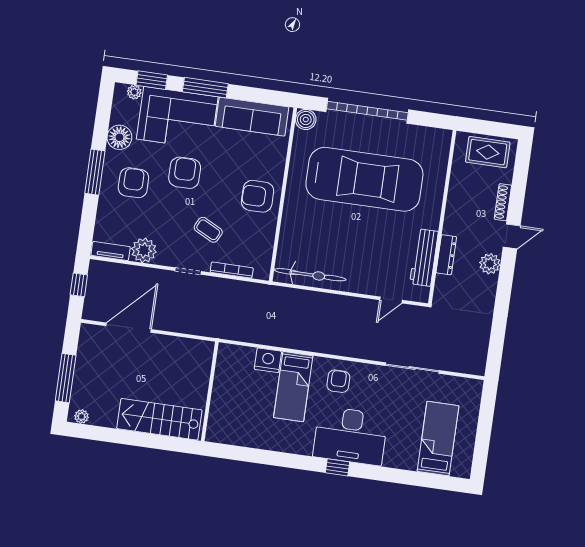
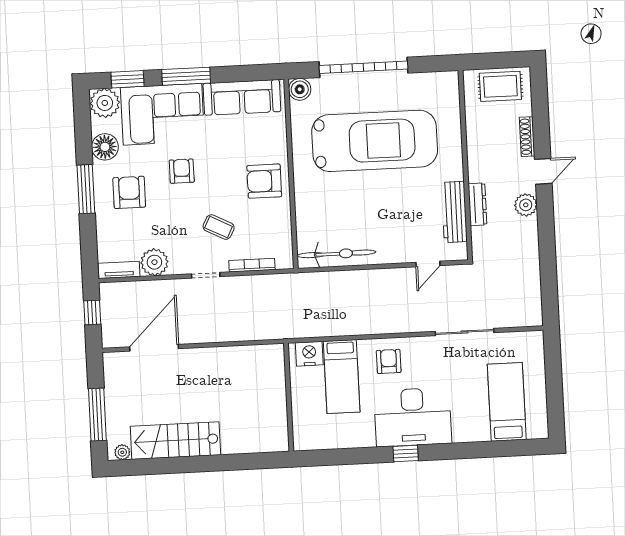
plant: (134, 92) -> (105, 103), width x1.87, depth x1.87
armchair: (185, 173) -> (182, 171), width x0.72, depth x0.72
wall: (210, 391) -> (289, 397), moved
stairs: (159, 419) -> (175, 441), moved

